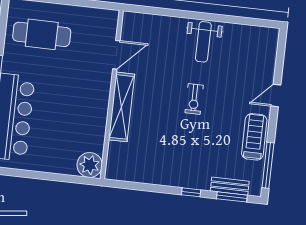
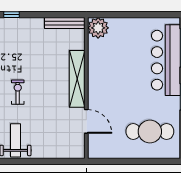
door: (116, 55) -> (86, 121), swing flipped
bench: (129, 175) -> (65, 23), added

